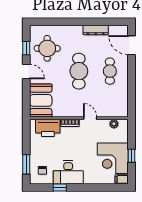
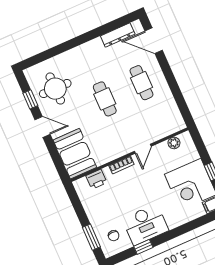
dresser: (96, 30) -> (118, 35), moved
cafe table: (79, 71) -> (105, 99), width x0.73, depth x0.74
door: (90, 118) -> (143, 149), swing flipped
printer: (48, 128) -> (96, 179), width x0.53, depth x0.68

